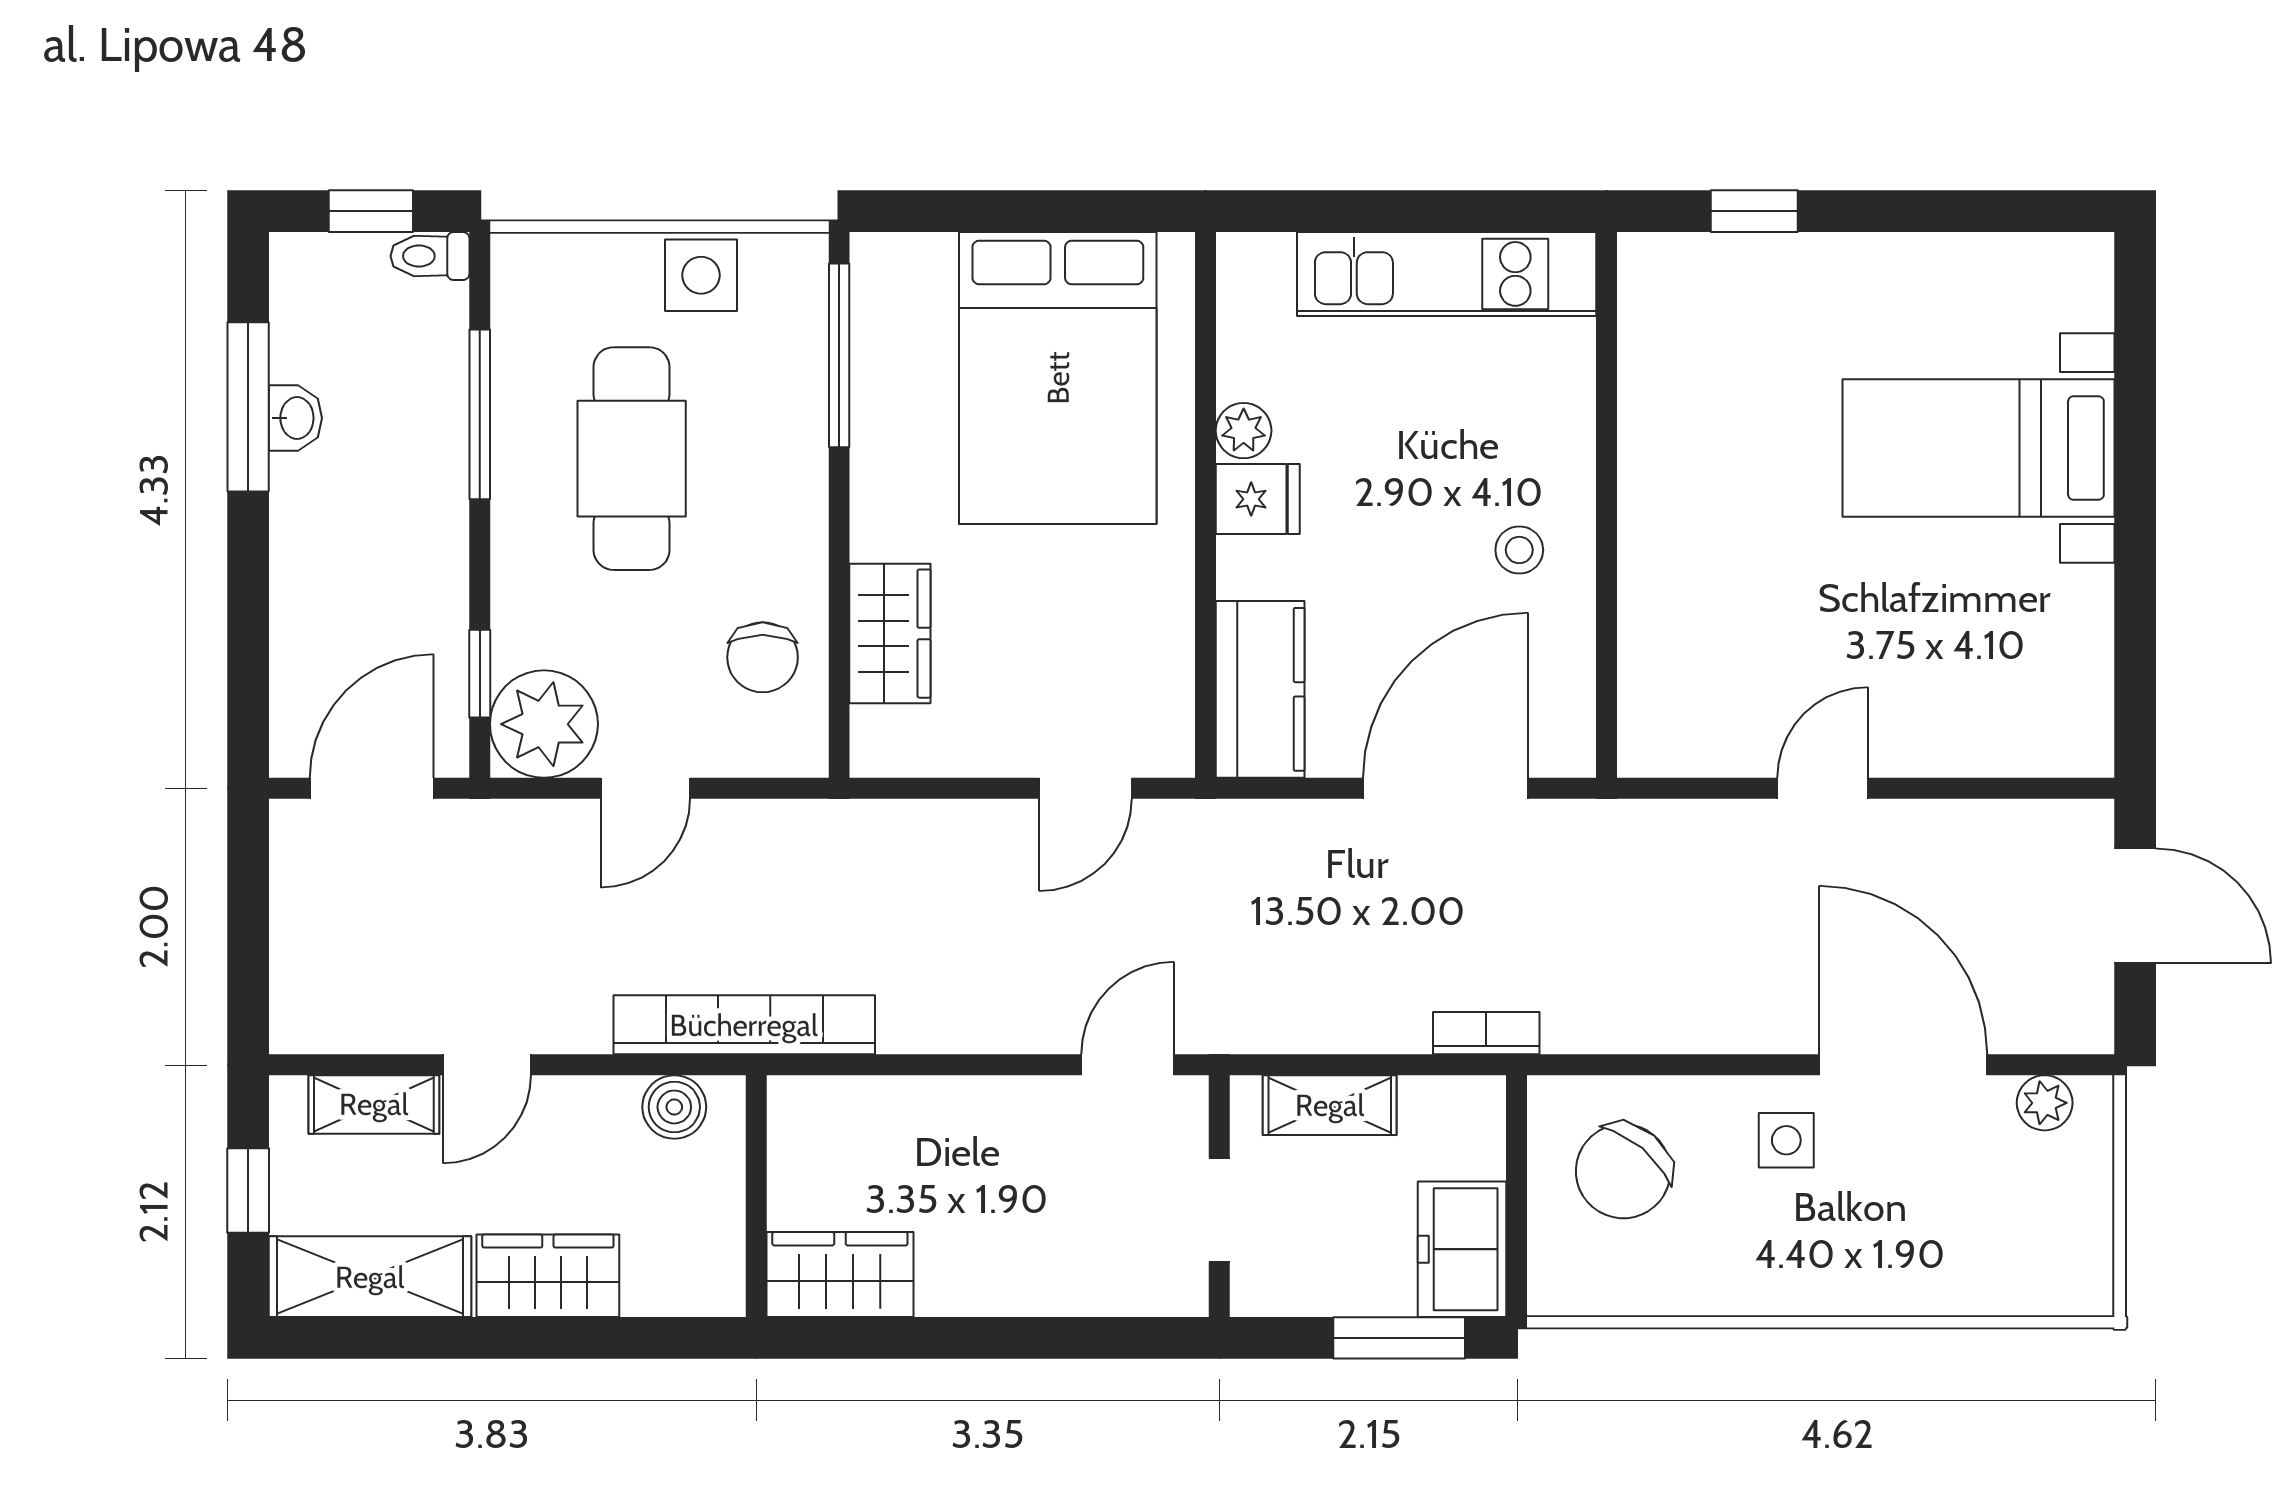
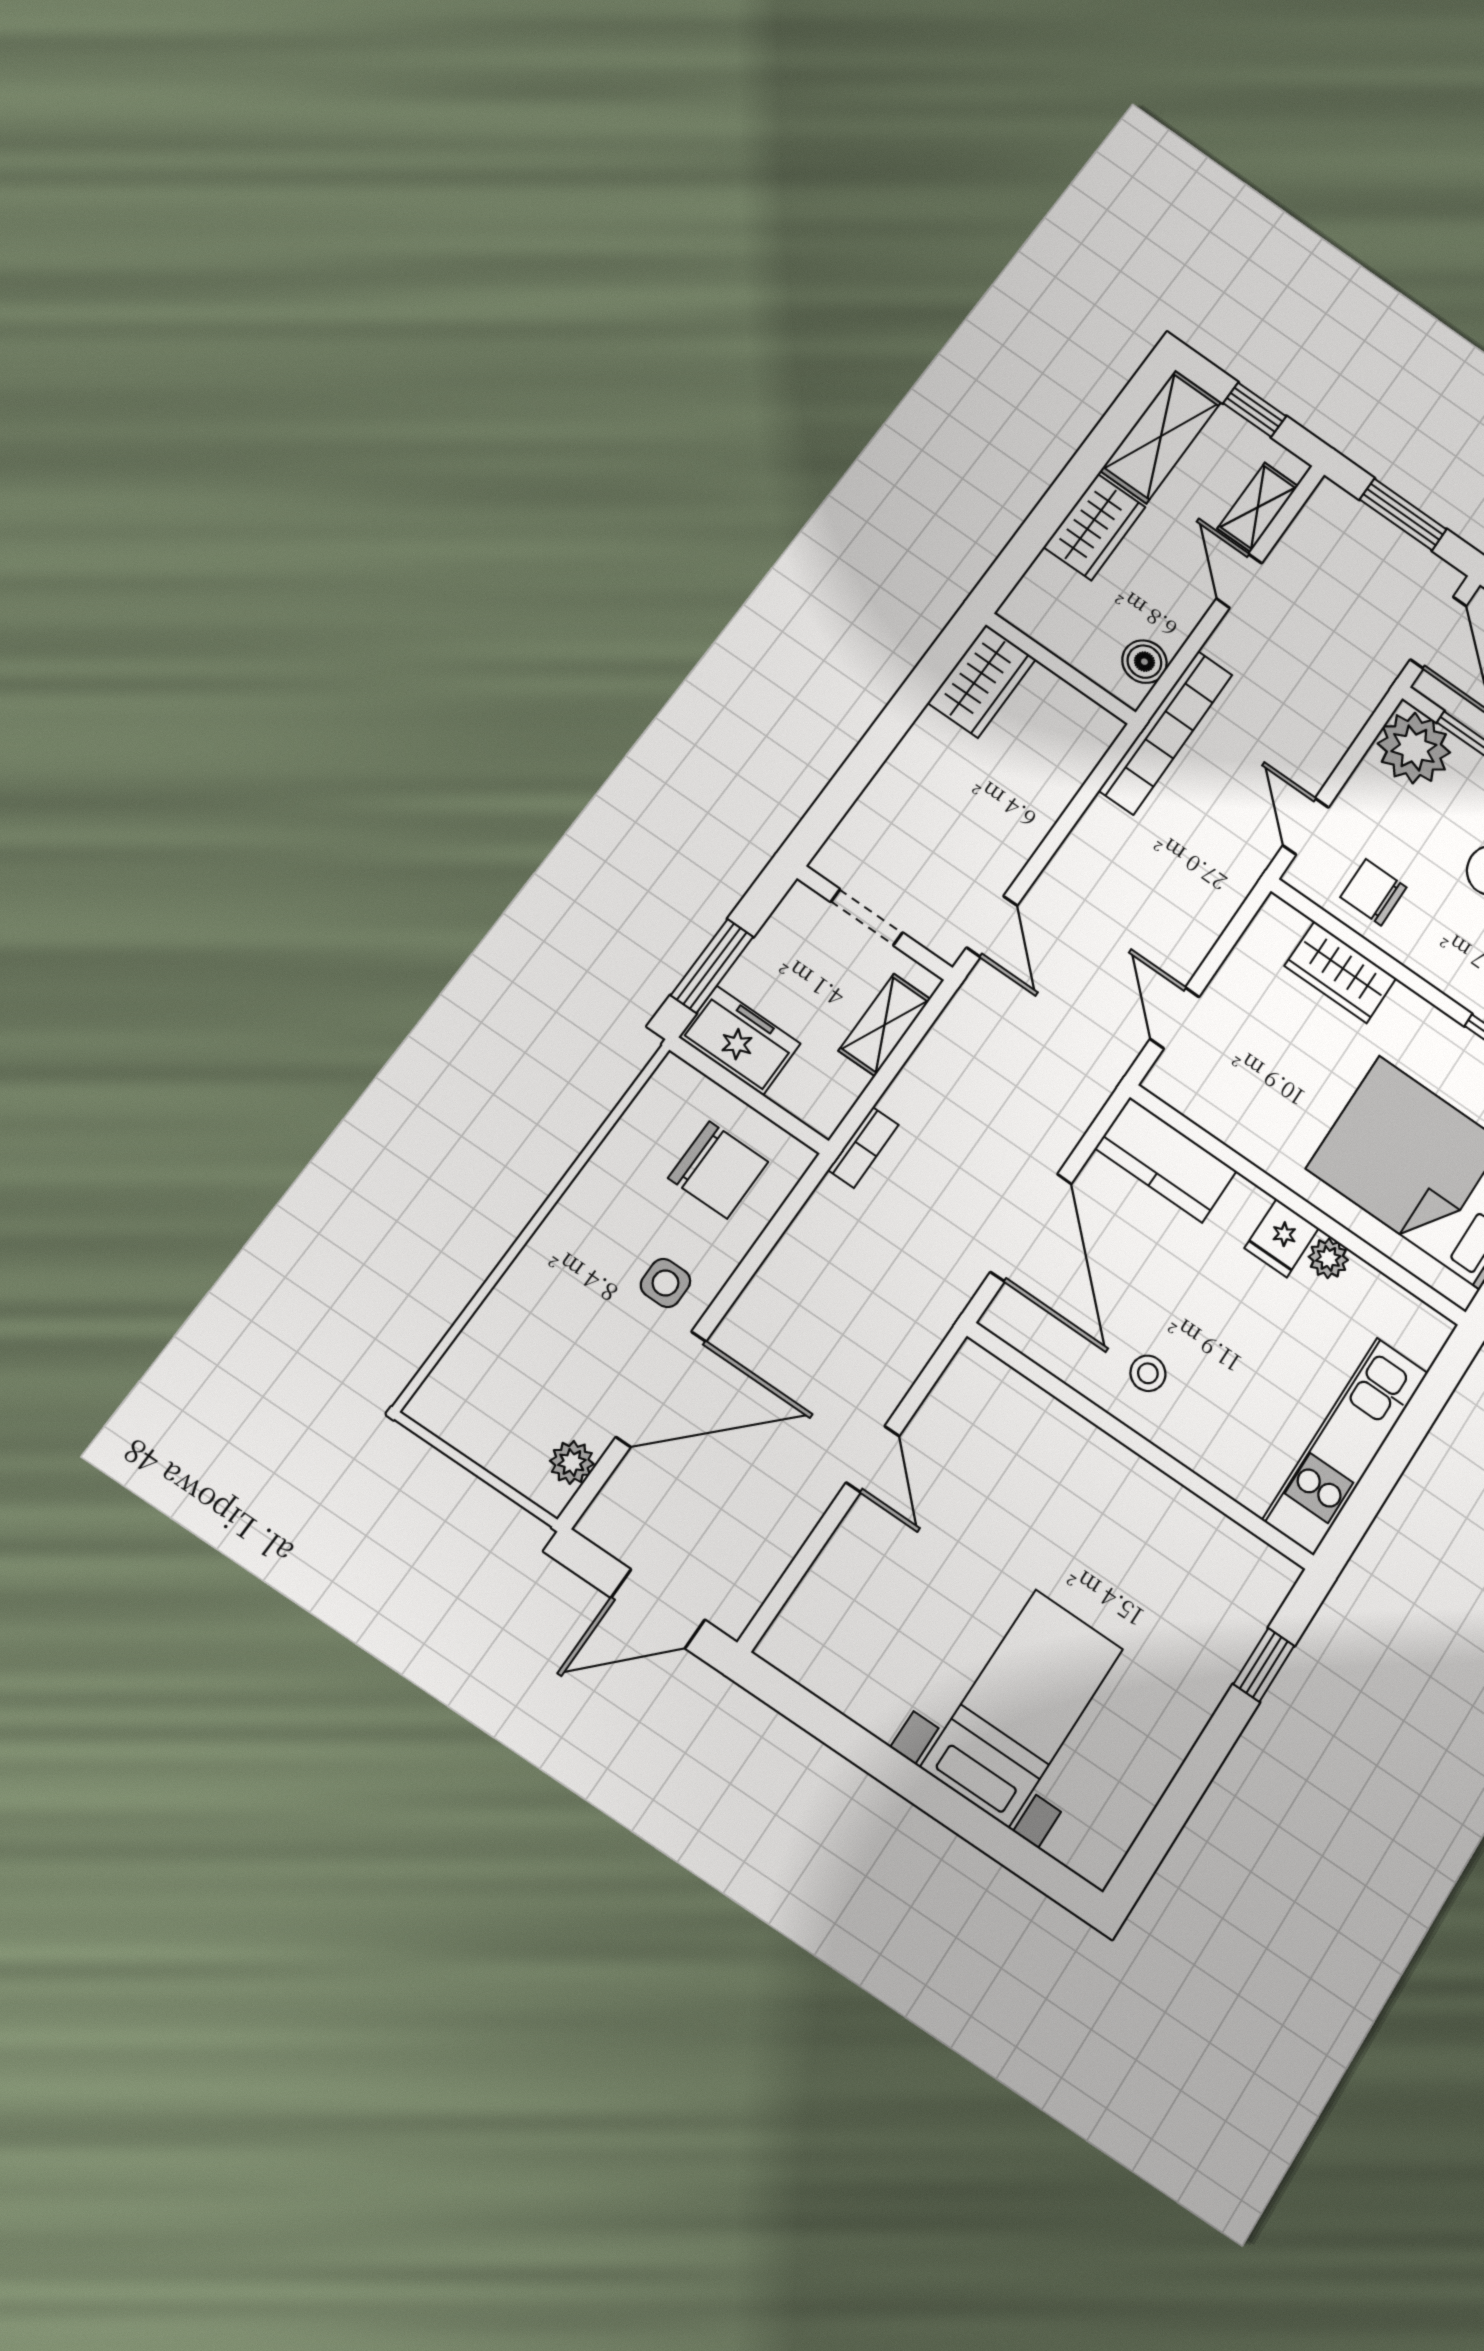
door: (645, 788) -> (1306, 826), moved
window: (248, 927) -> (1403, 514), added
chair: (1623, 1171) -> (718, 1170), turned 140

